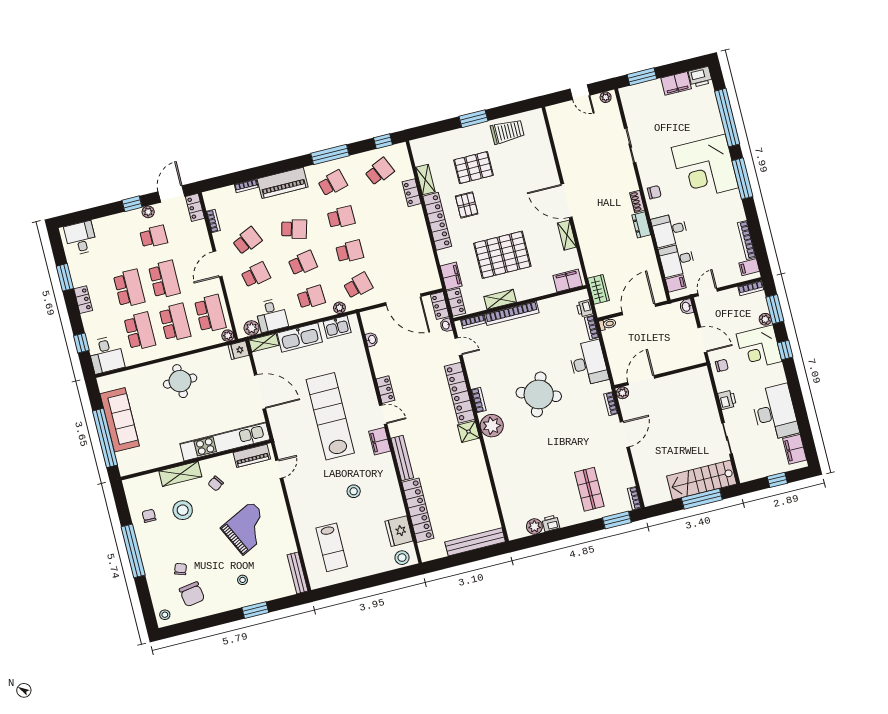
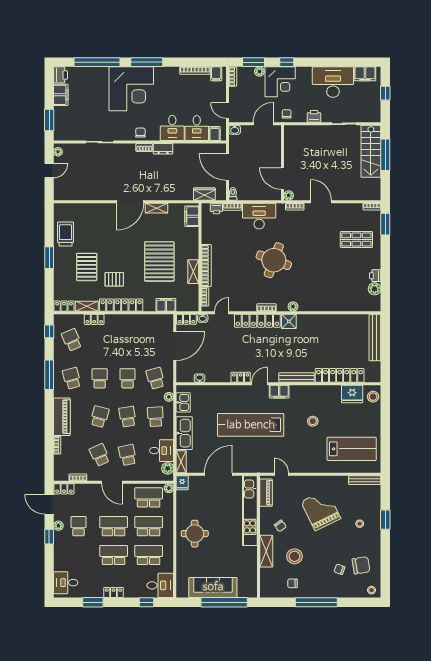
locker: (456, 302) -> (64, 306), moved
plant: (492, 426) -> (293, 307), width x0.53, depth x0.53
lab bench: (332, 547) -> (352, 449), width x1.36, depth x1.39

